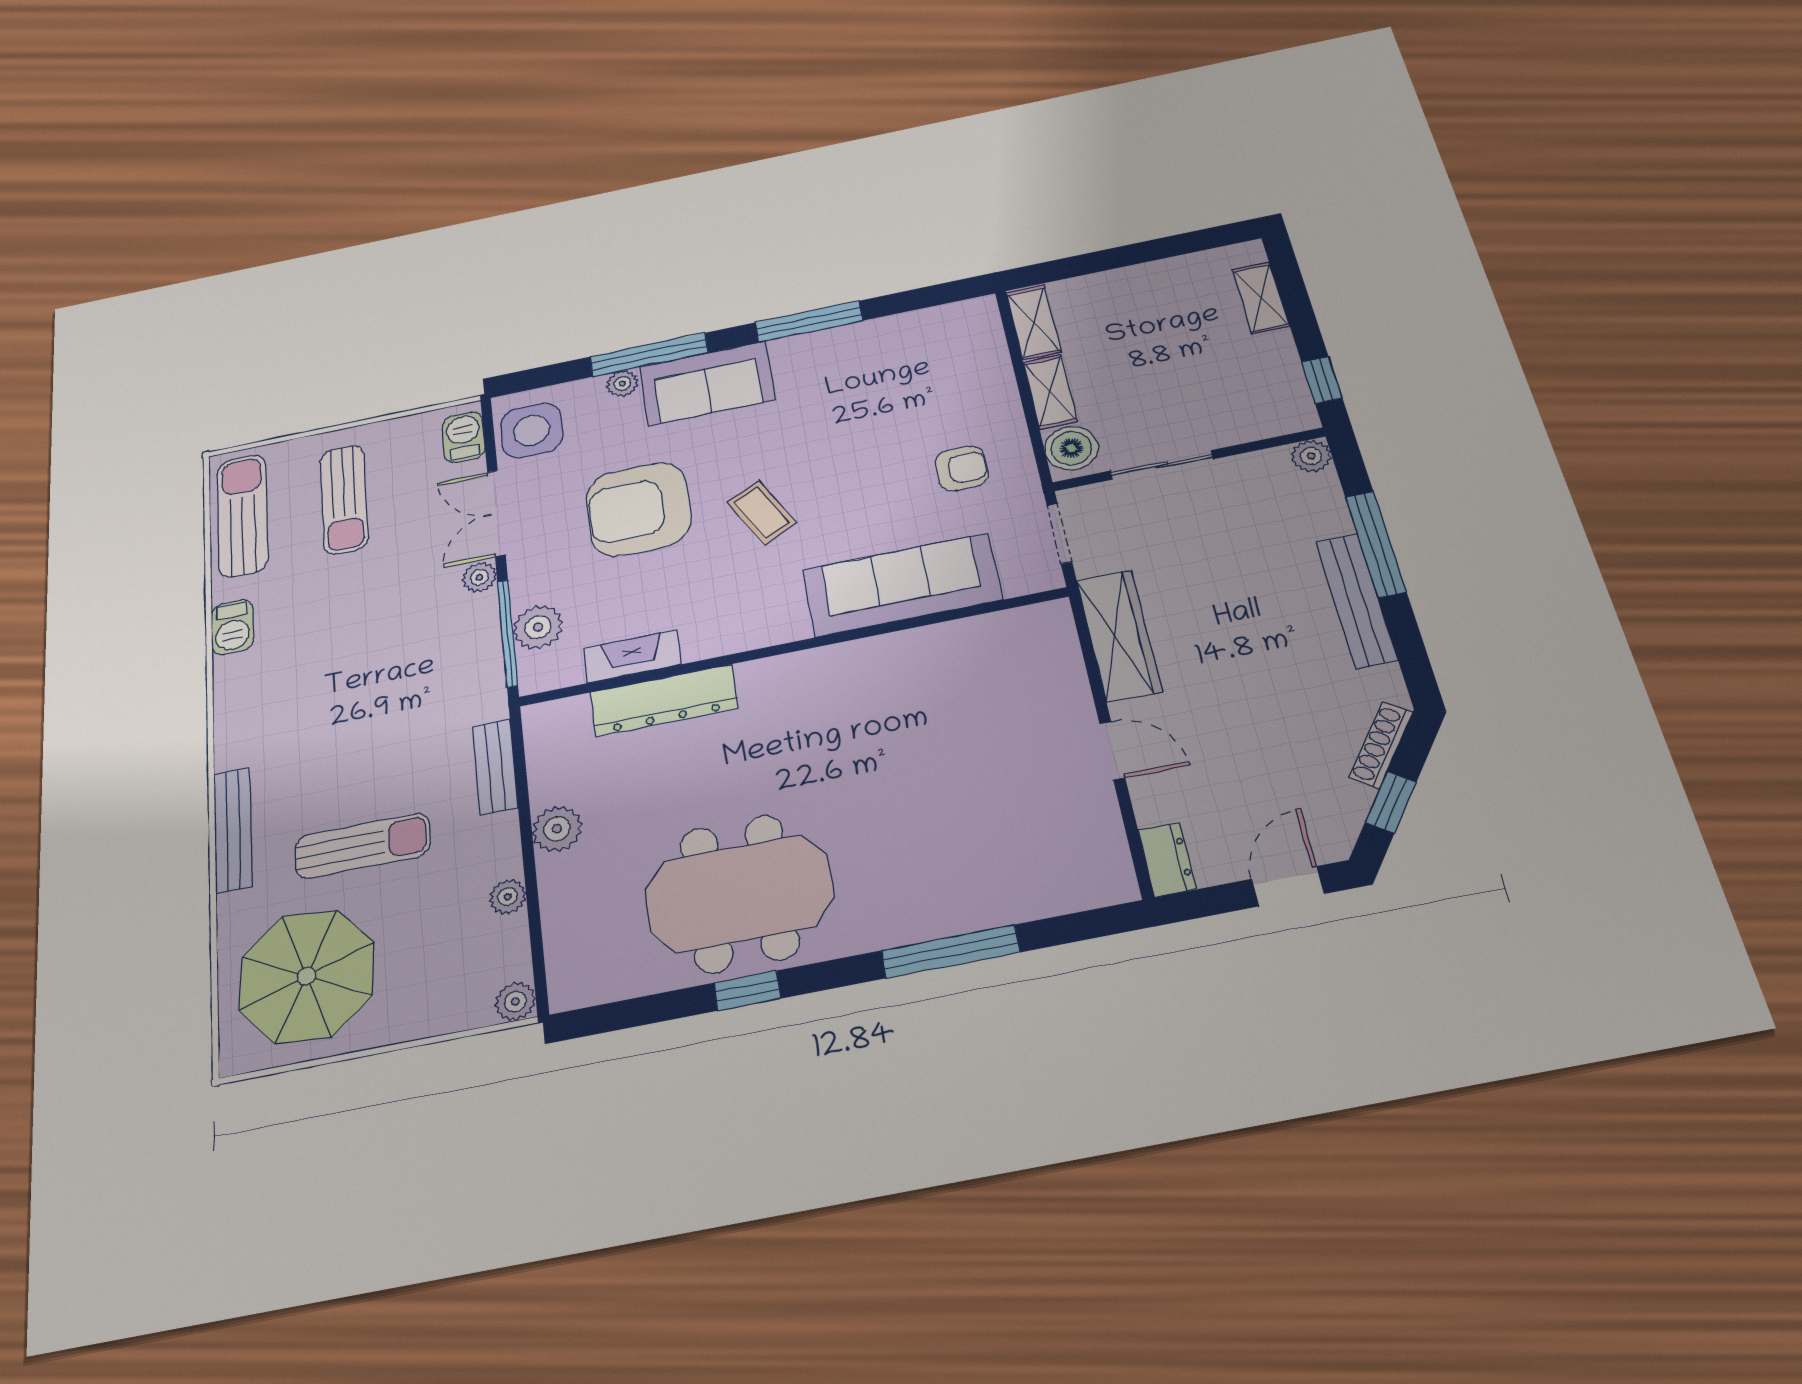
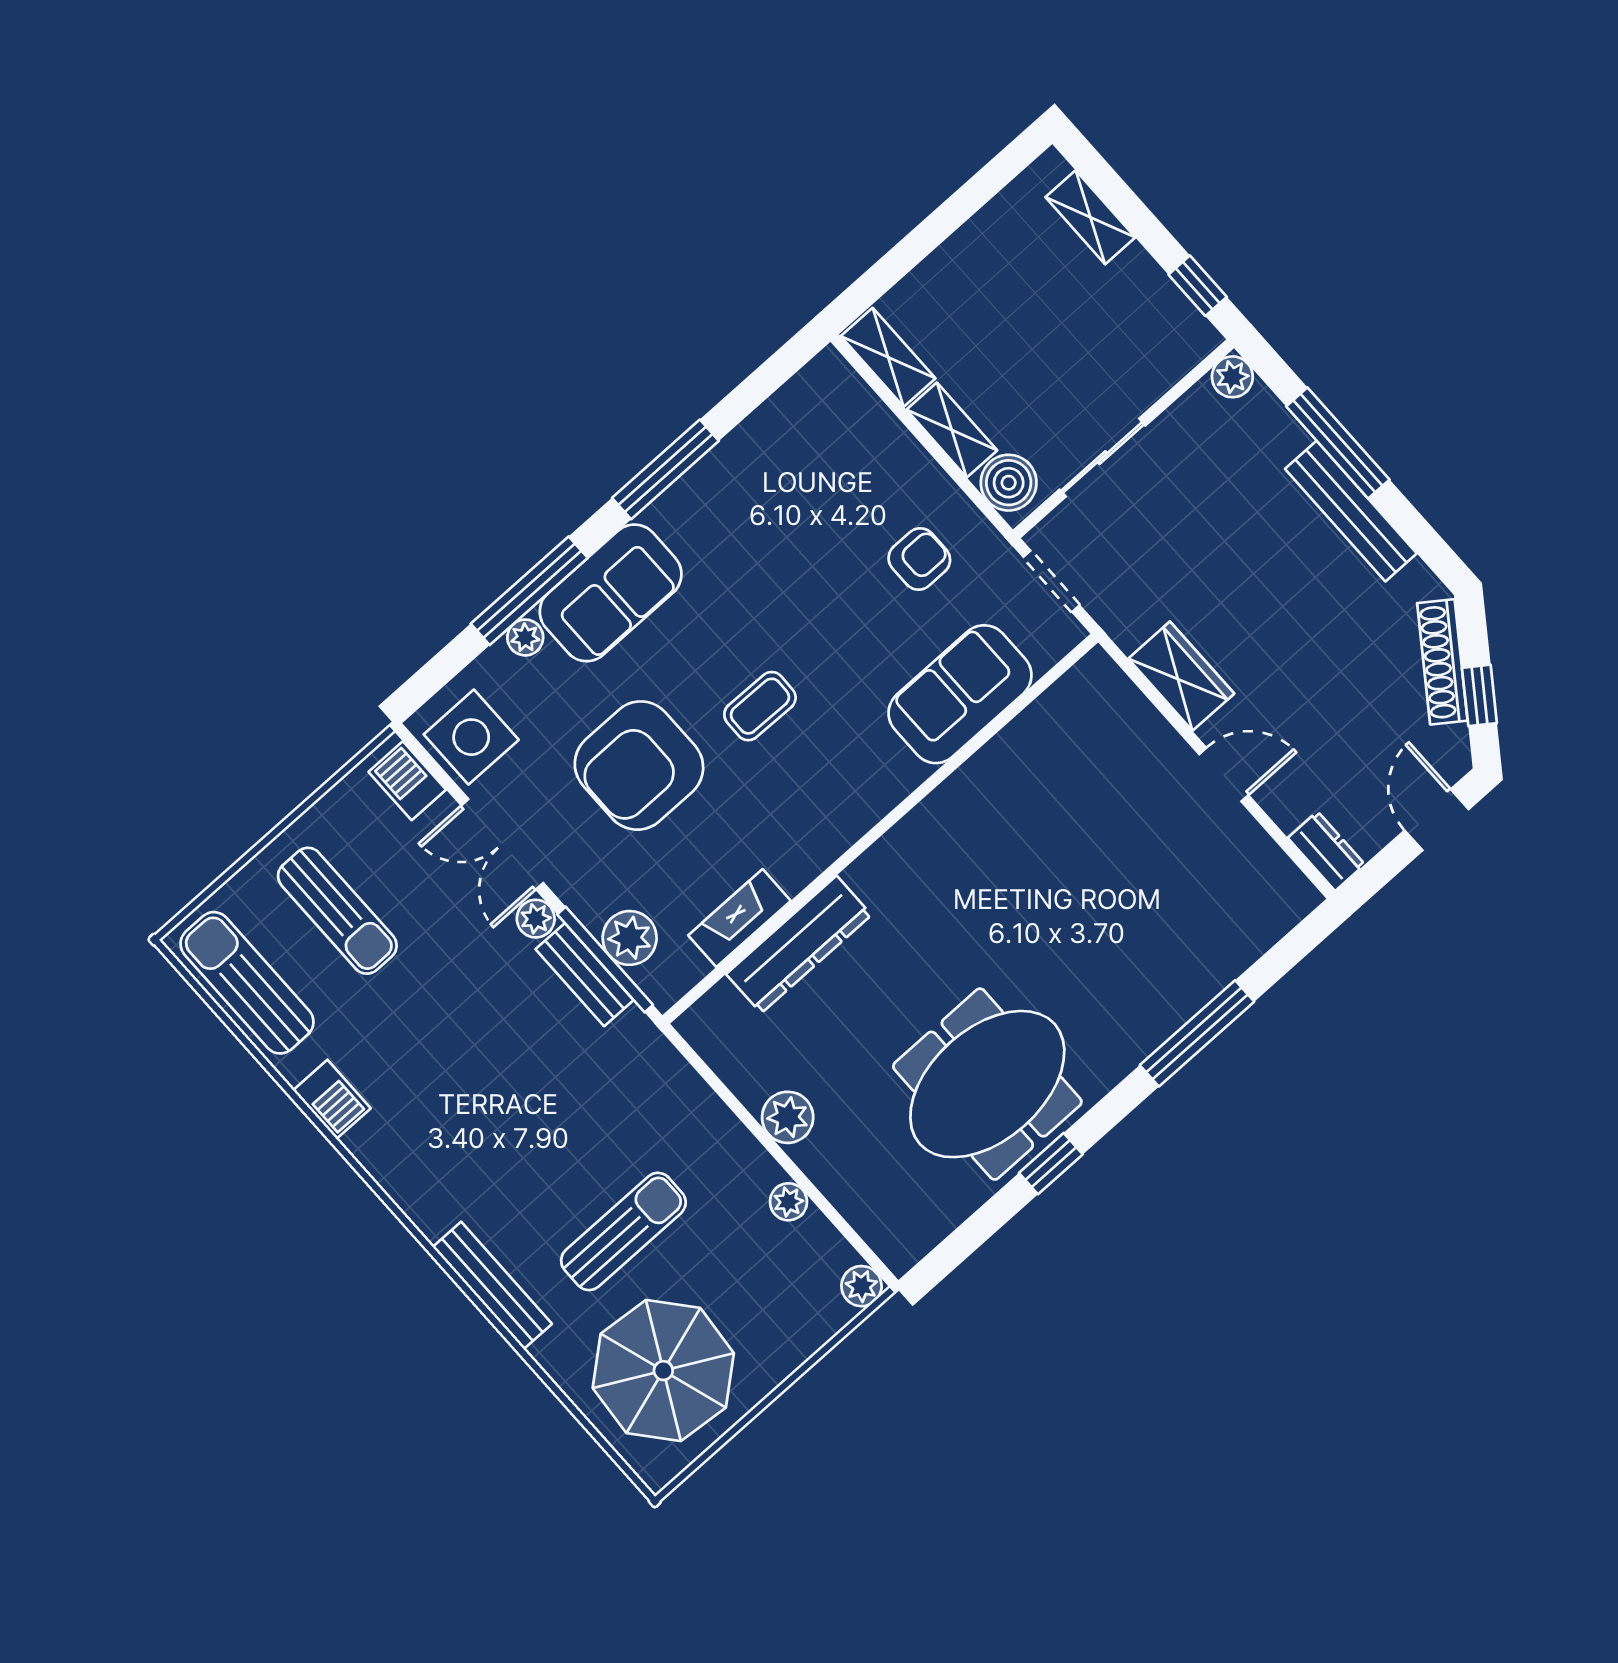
coffee table: (762, 512) -> (760, 706), turned -62
sofa: (902, 585) -> (960, 694), width x0.73
wardrobe: (1119, 635) -> (1181, 676), width x0.67
shoe rack: (1381, 745) -> (1442, 662), width x1.36, depth x1.24
bench: (495, 767) -> (584, 975), moved

